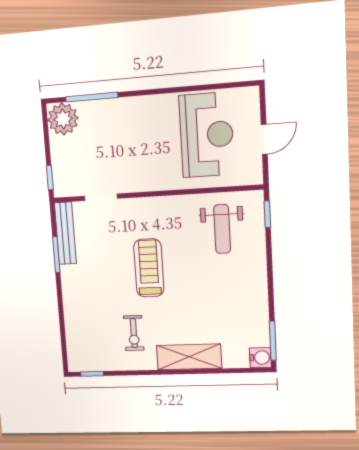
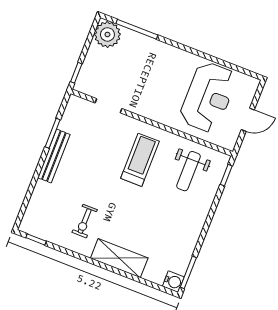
bench: (65, 233) -> (54, 156), moved
treadmill: (149, 268) -> (140, 160), moved

